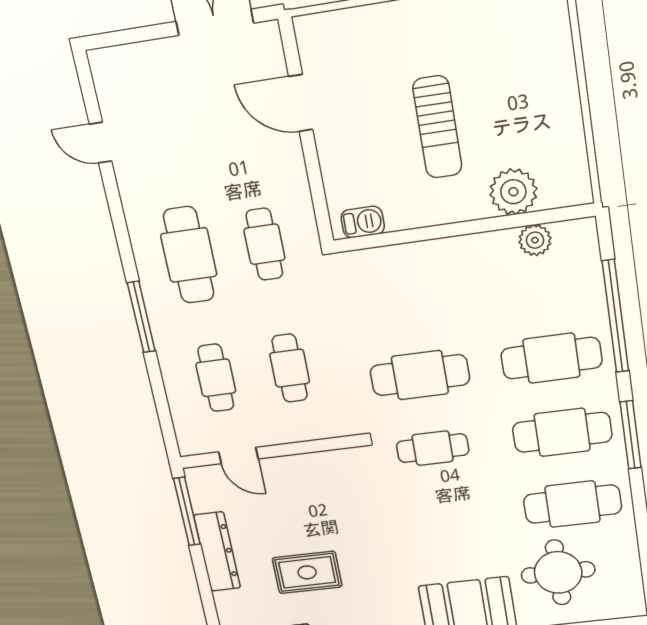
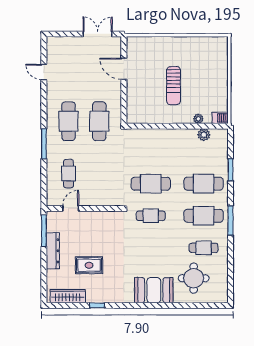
plant: (513, 192) -> (198, 119), width x0.53, depth x0.53
barbecue: (363, 222) -> (220, 118), moved
cafe table: (264, 244) -> (99, 121), width x1.37, depth x1.35
window: (615, 316) -> (230, 170), width x0.47
cafe table: (290, 368) -> (99, 174), removed
door: (238, 455) -> (71, 208), swing flipped
cafe table: (573, 504) -> (204, 248), width x0.73, depth x0.74

